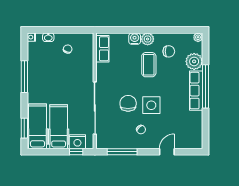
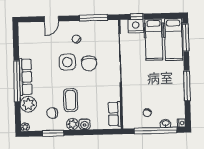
window: (59, 30) -> (156, 131), added
window: (168, 30) -> (53, 133), added
window: (24, 128) -> (186, 38), width x1.44

